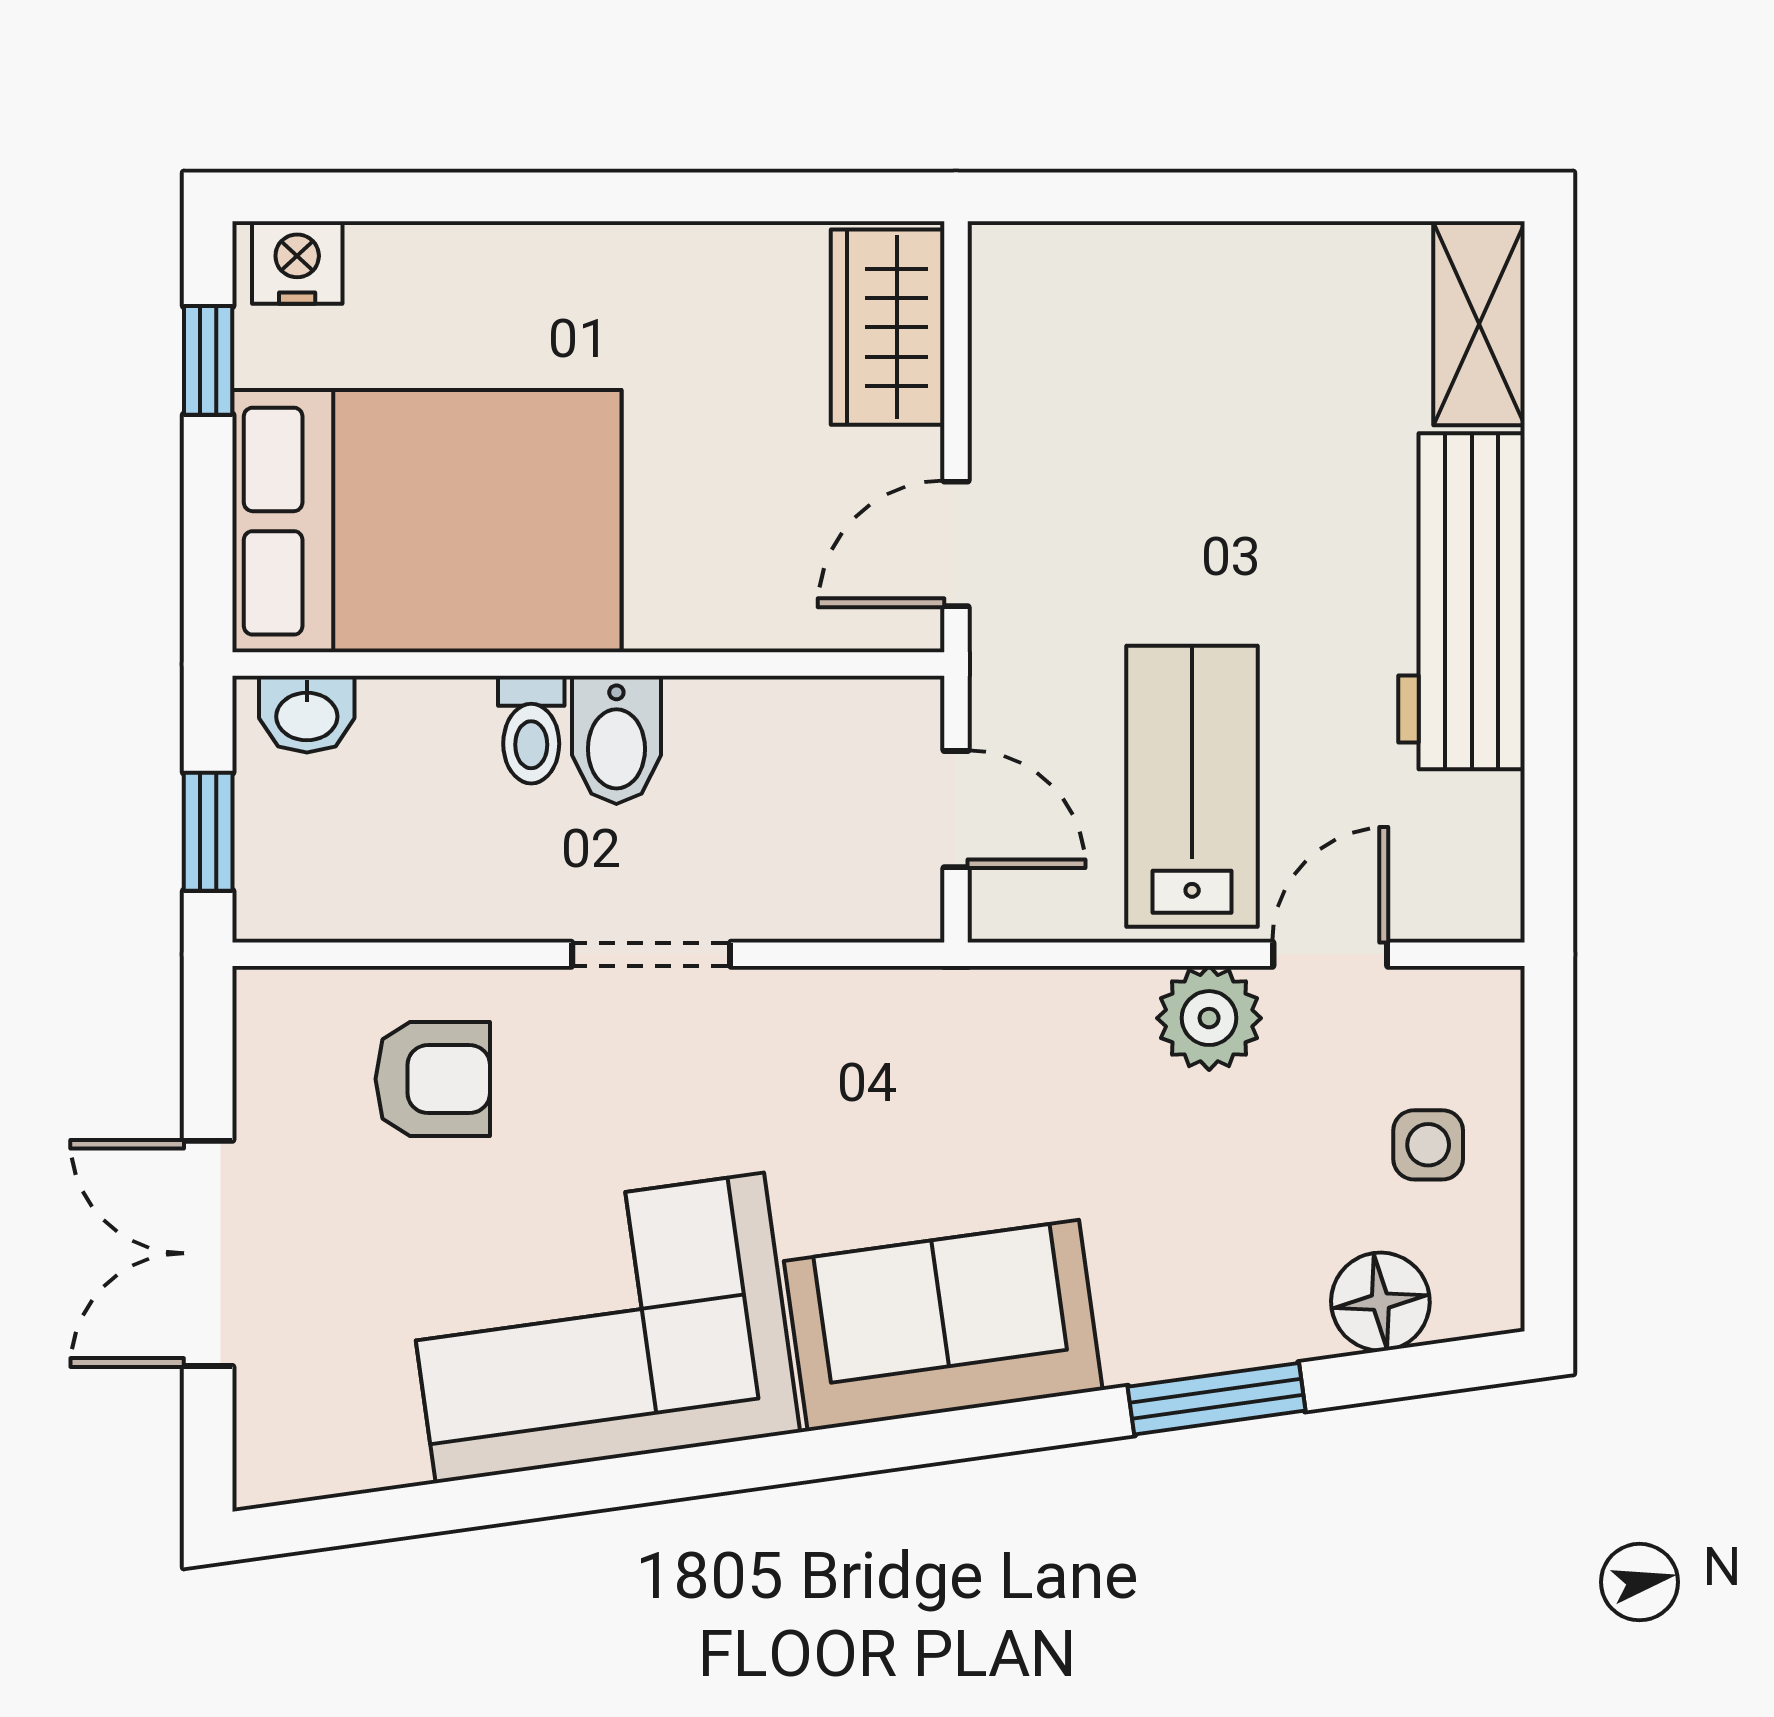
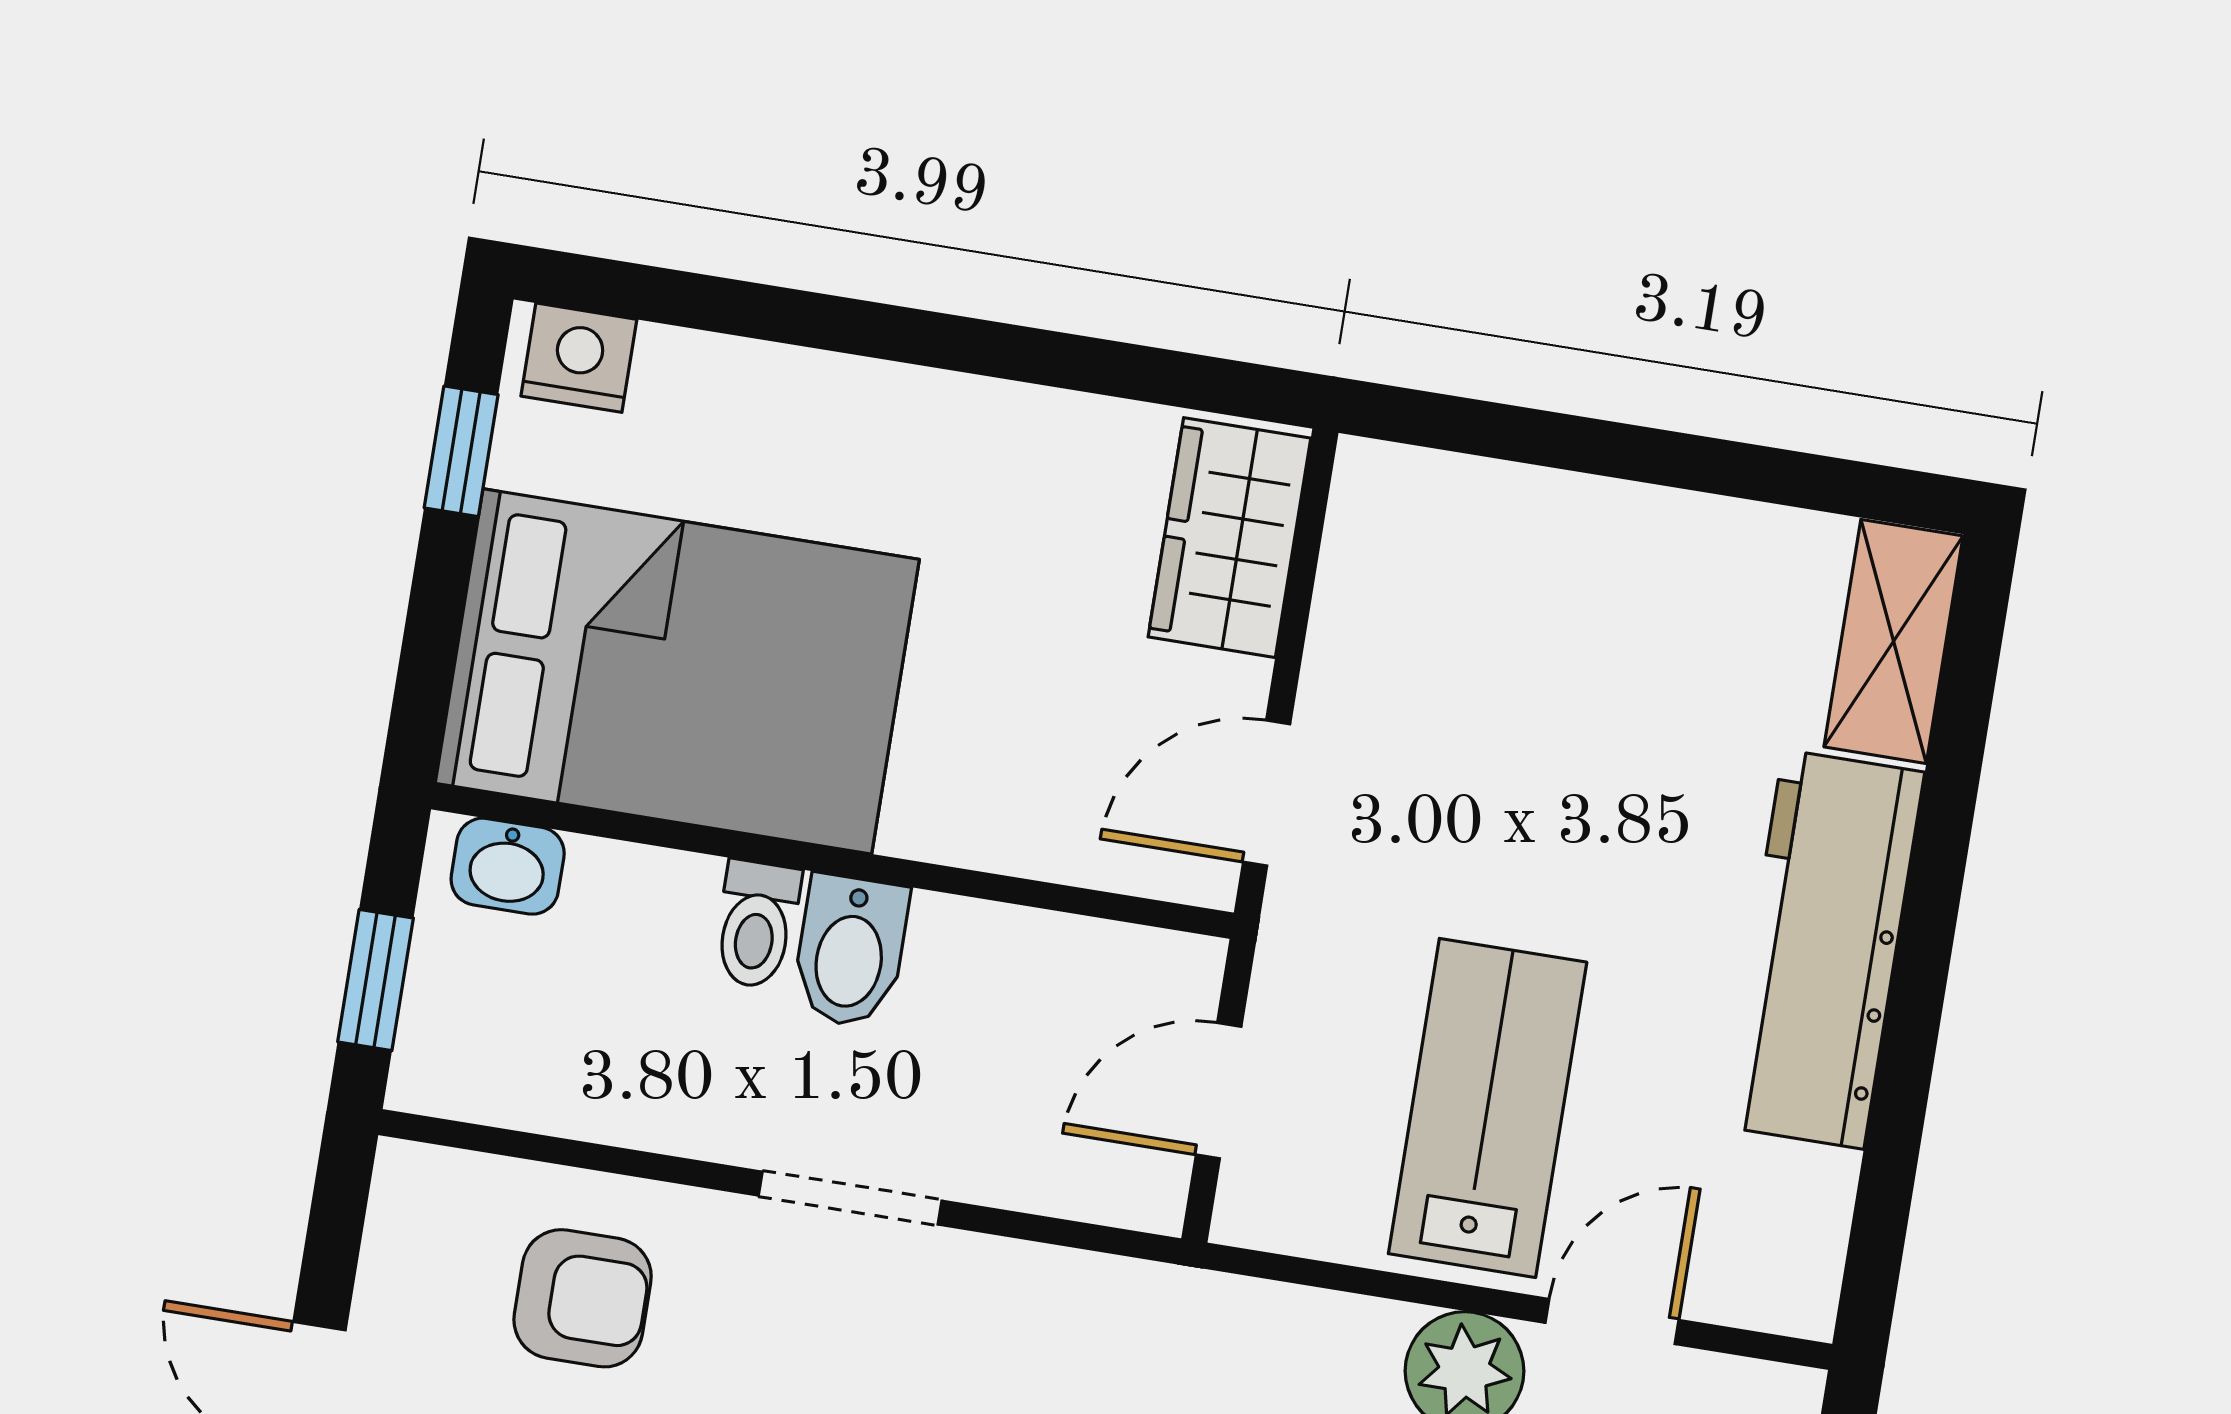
door: (956, 809) -> (1219, 1091), swing flipped

